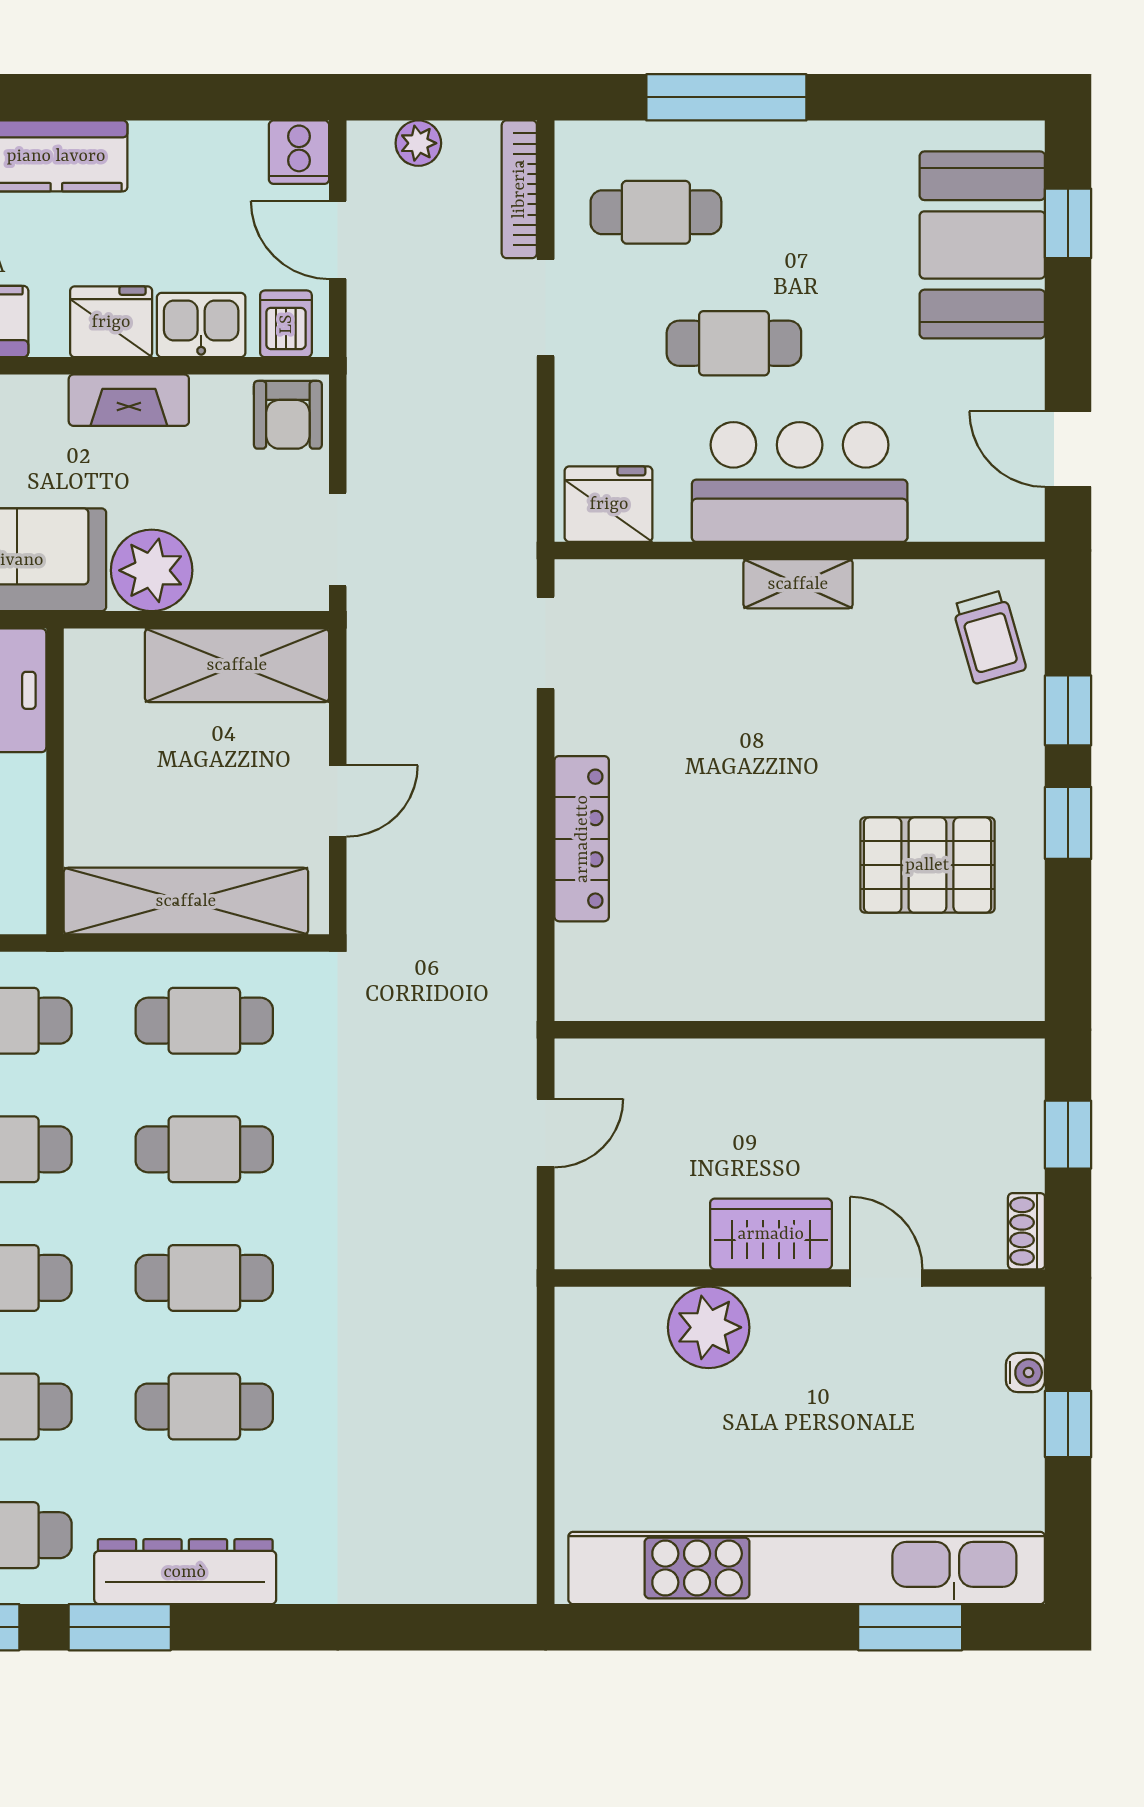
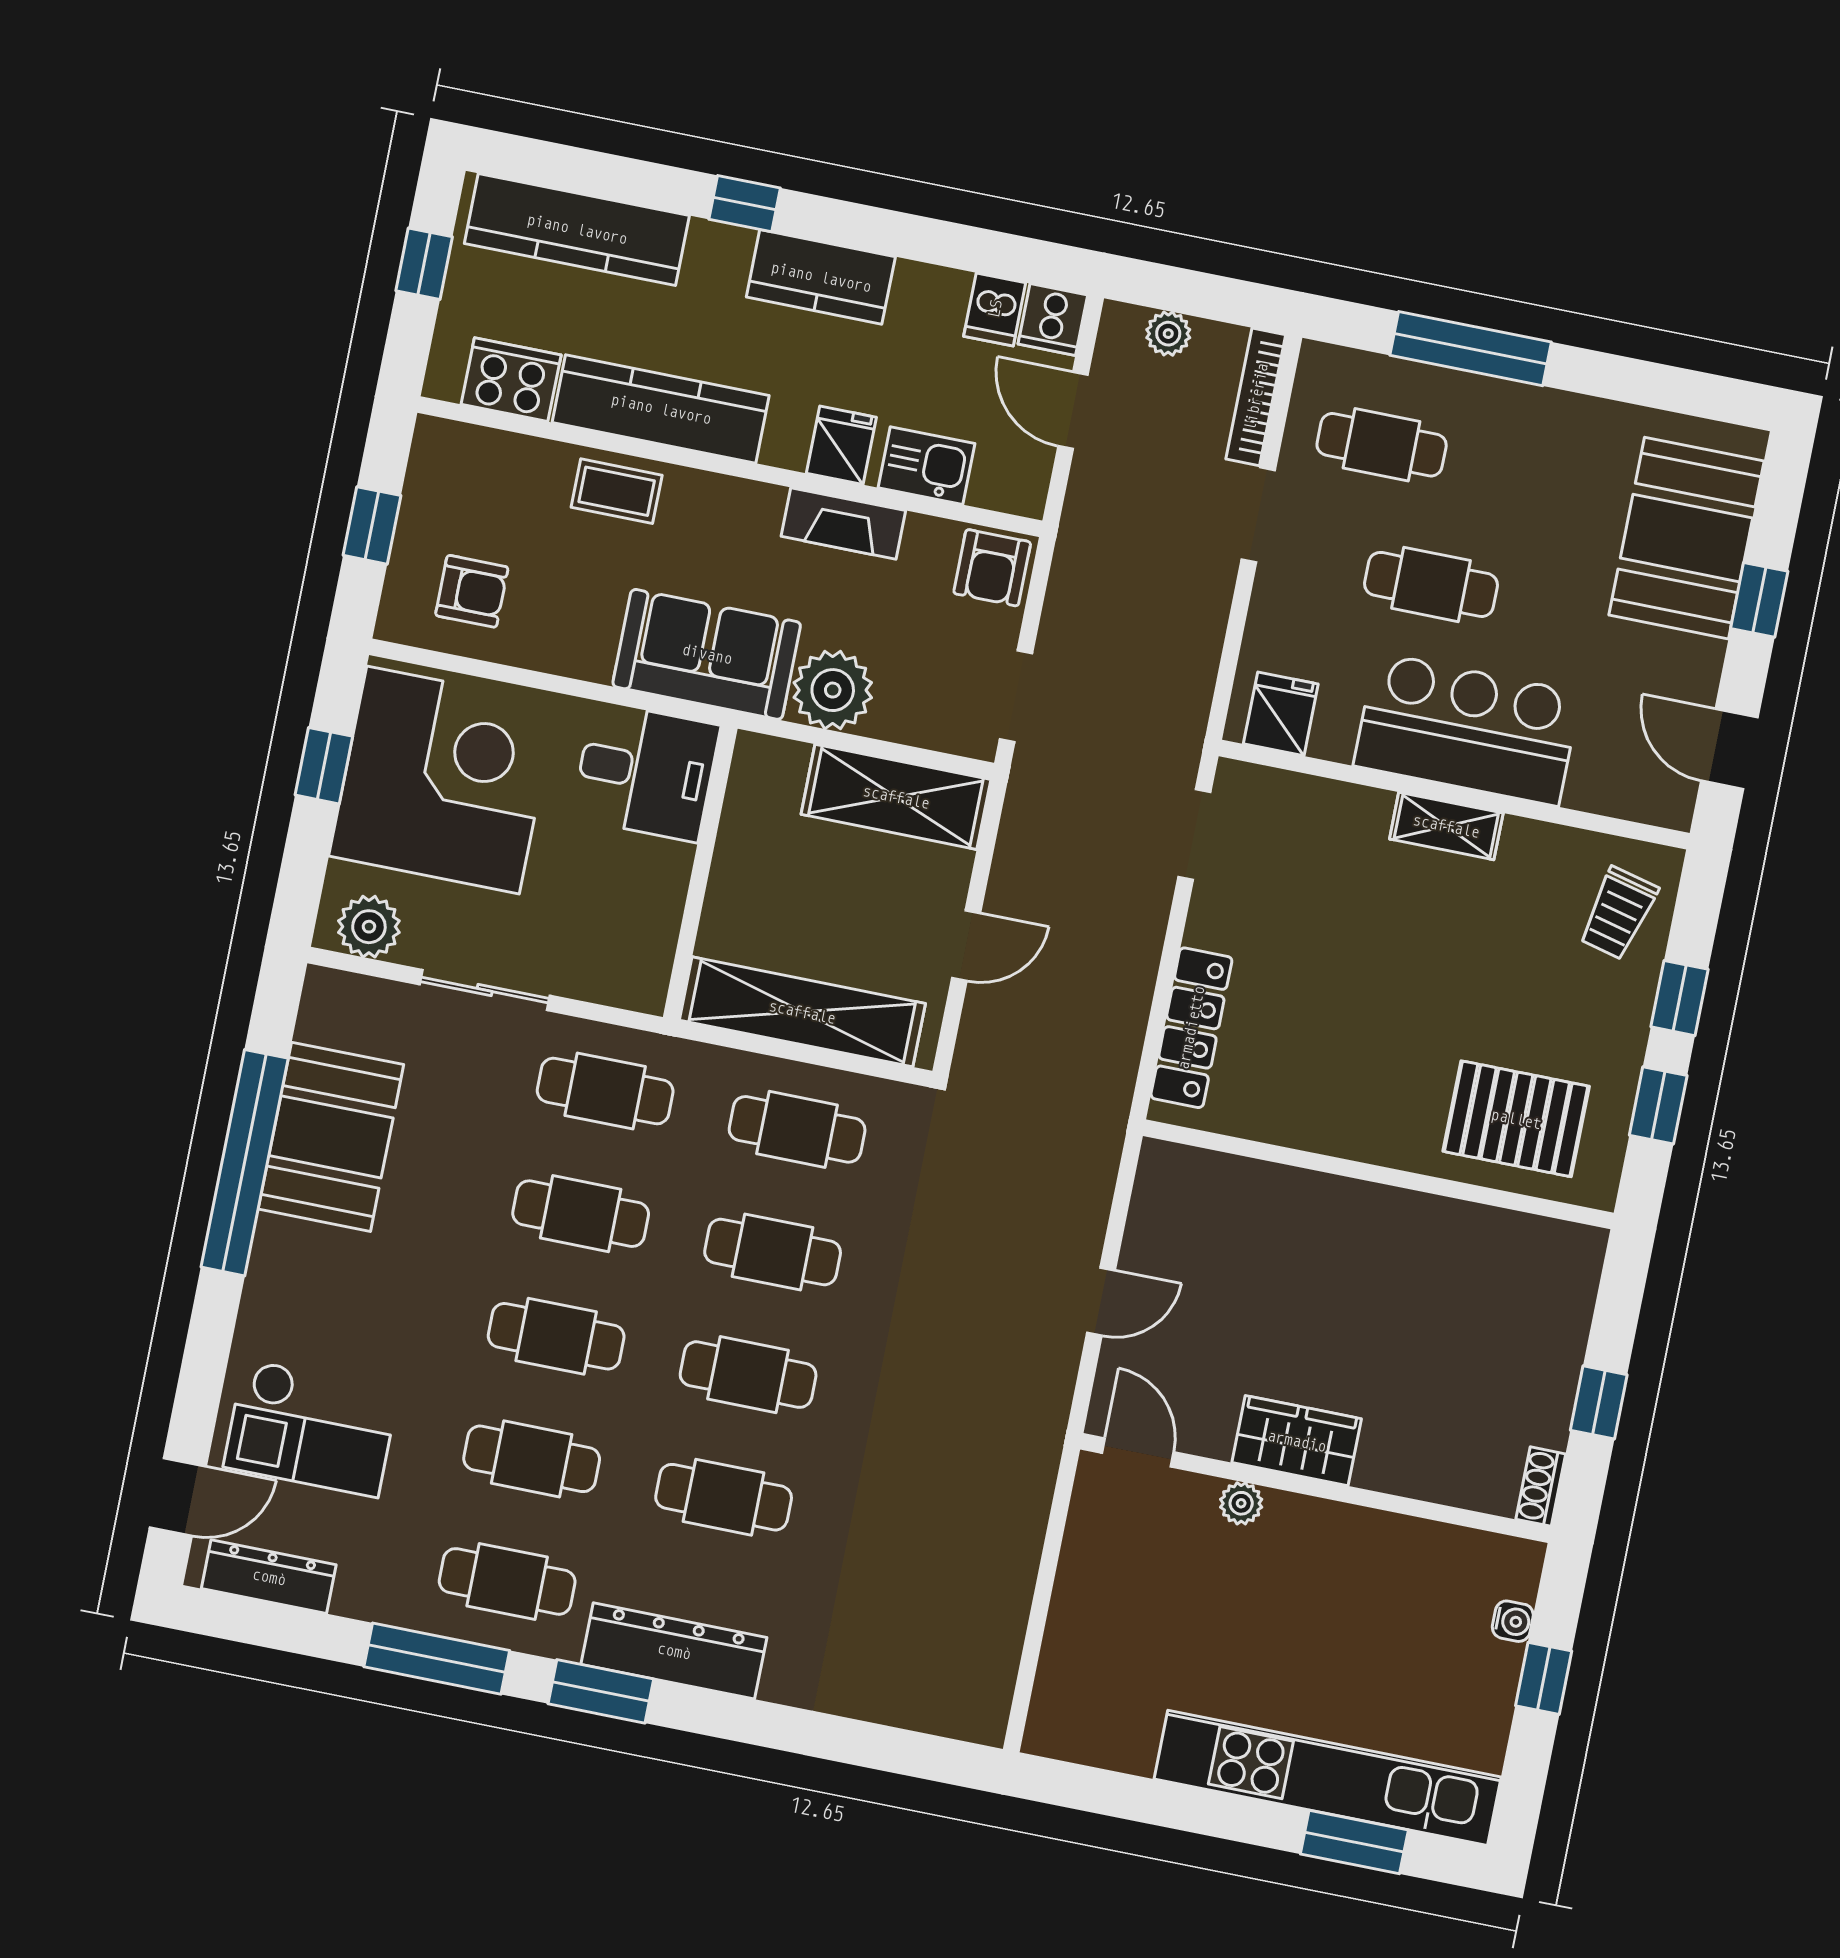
window: (1068, 223) -> (1759, 600), moved
fridge: (111, 322) -> (841, 445), width x0.72
dishwasher: (286, 324) -> (995, 309), moved, turned 180
fridge: (609, 504) -> (1281, 714), width x0.72
trolley: (989, 637) -> (1618, 913), turned 30
wall: (800, 1030) -> (1378, 1174), moved
door: (886, 1278) -> (1138, 1452), moved
plant: (709, 1327) -> (1241, 1503), width x0.53, depth x0.53
kitchen unit: (807, 1568) -> (1328, 1778), width x0.73

